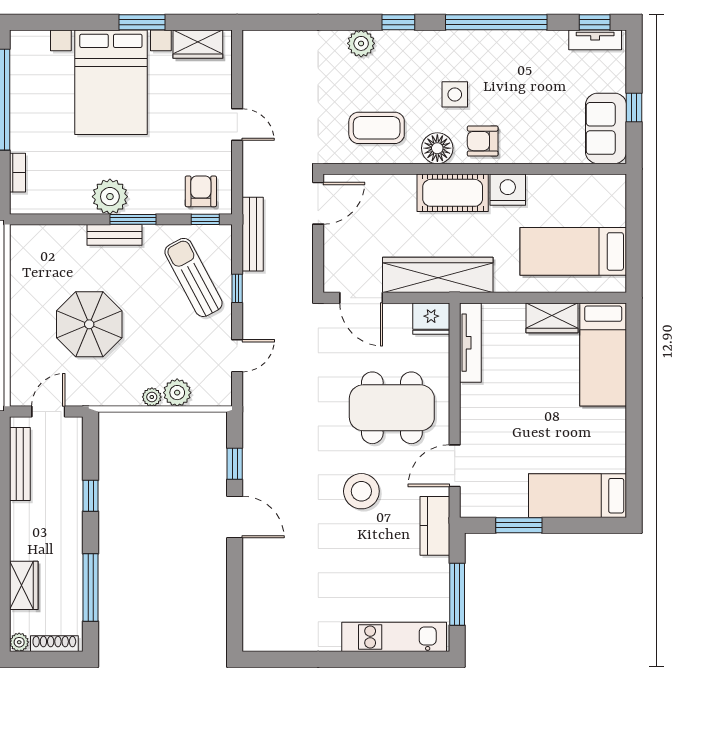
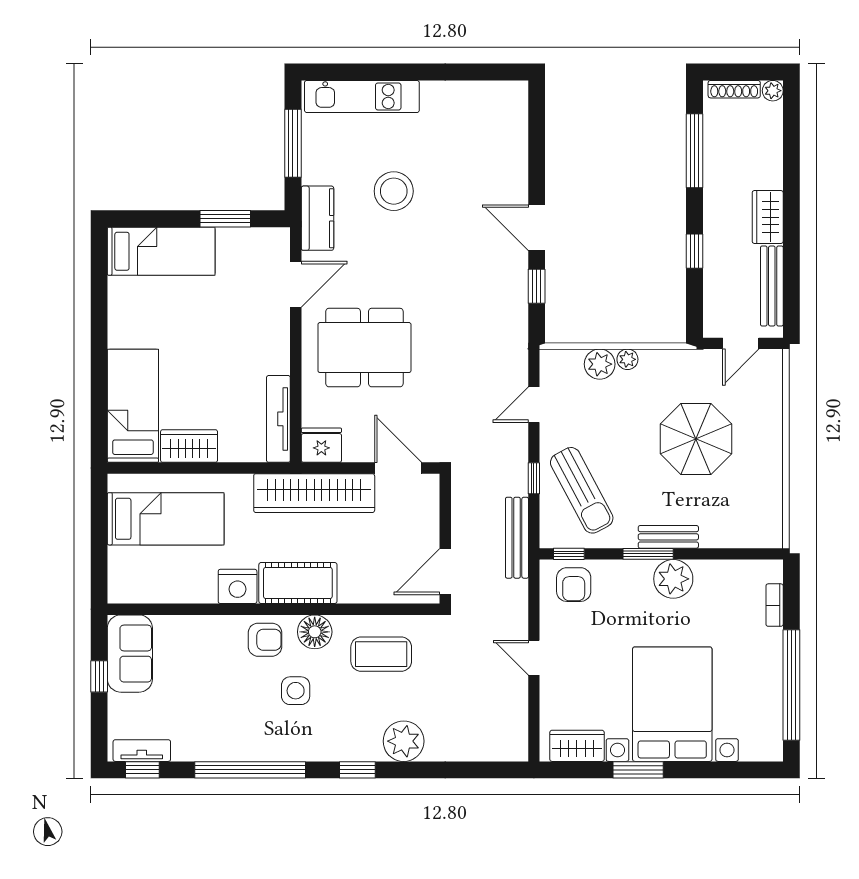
plant: (361, 43) -> (404, 741), width x1.36, depth x1.36
stool: (361, 491) -> (394, 191), moved
wardrobe: (24, 585) -> (768, 217), moved

